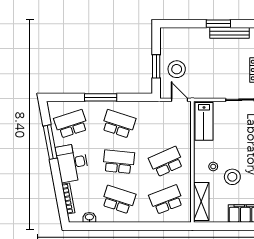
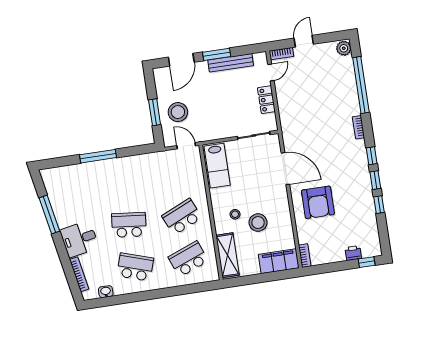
door: (187, 24) -> (181, 60), added
school desk: (71, 124) -> (70, 191), removed
school desk: (119, 124) -> (122, 183), removed
desk: (72, 163) -> (79, 239), width x0.73

